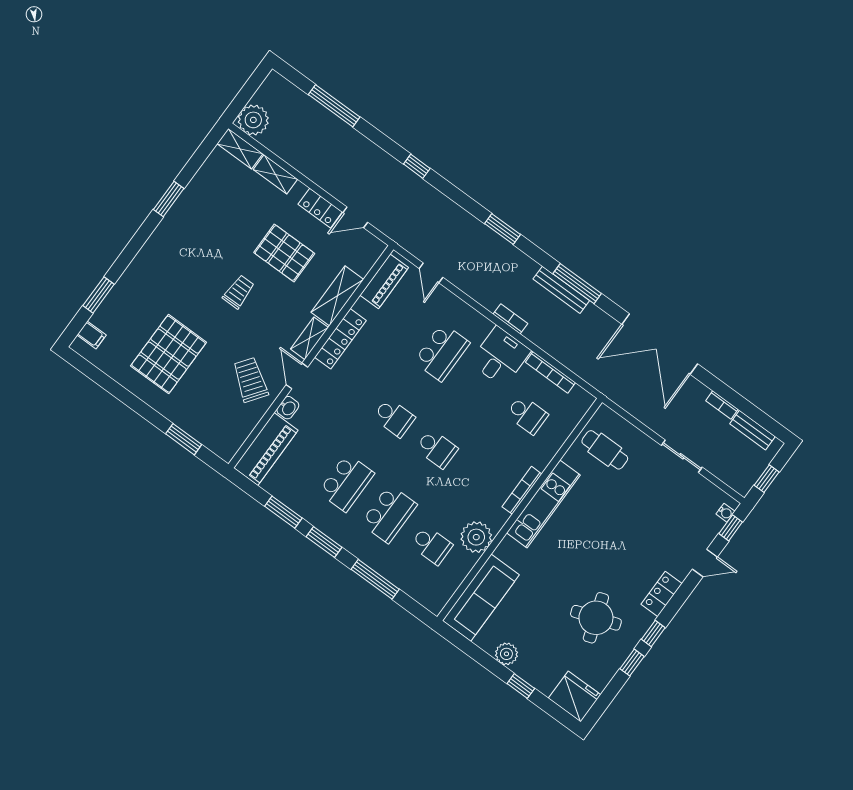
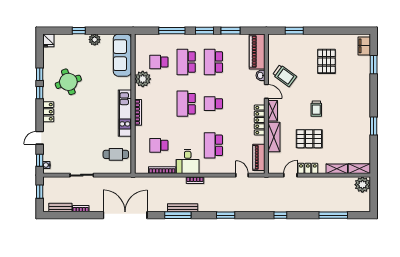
filing cabinet: (92, 335) -> (364, 46), width x2.00
pallet: (169, 354) -> (326, 61), width x0.73, depth x0.71
school desk: (437, 449) -> (186, 104), width x1.85
fridge: (575, 696) -> (48, 40), width x0.53, depth x0.75

